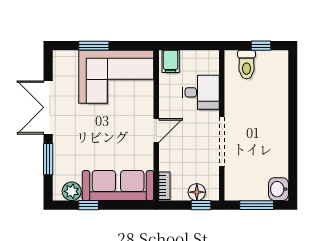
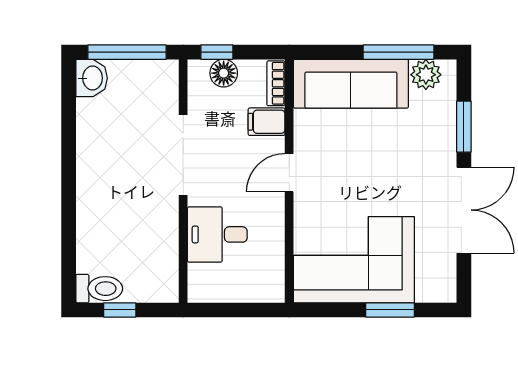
filing cabinet: (171, 61) -> (267, 122), moved, turned -90
toilet: (247, 65) -> (99, 289), moved, turned 90
window: (89, 205) -> (398, 52), width x2.17
window: (257, 205) -> (127, 52), width x1.44

